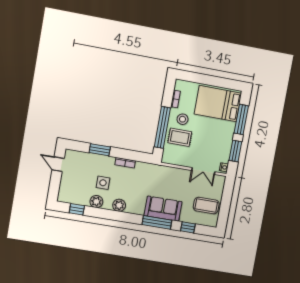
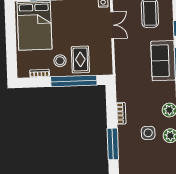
window: (100, 150) -> (113, 144), width x1.44

